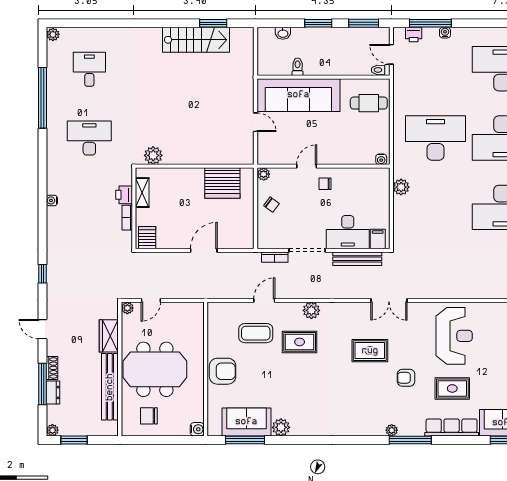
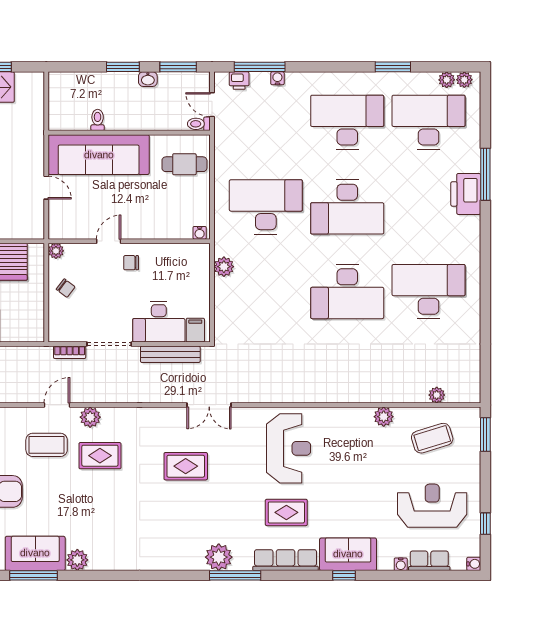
washbasin: (283, 33) -> (148, 79), moved
plant: (311, 310) -> (90, 417), moved
armchair: (406, 378) -> (230, 499), removed
plant: (392, 430) -> (219, 557), width x1.87, depth x1.87

